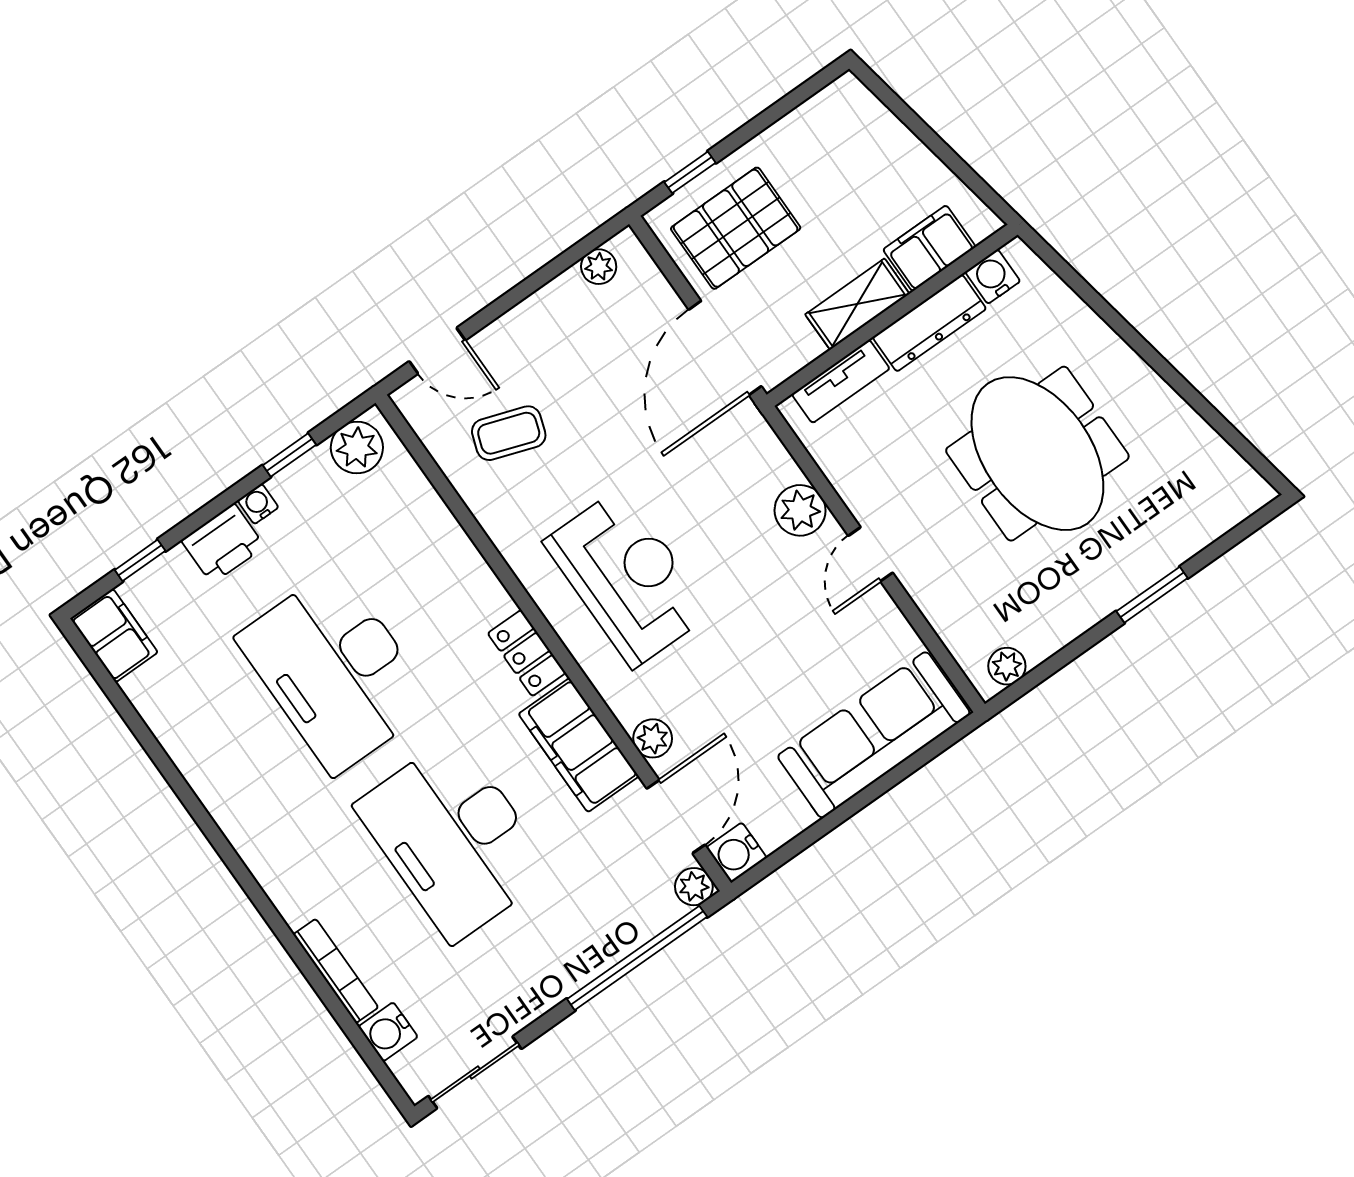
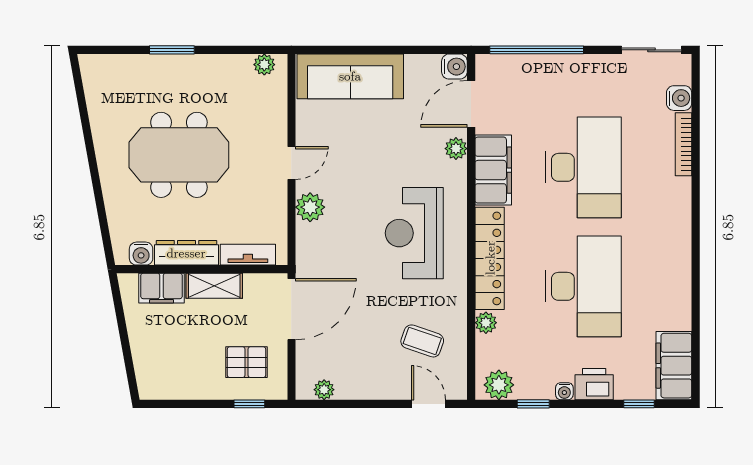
pallet: (736, 228) -> (246, 362), width x0.67, depth x0.71
meeting table: (1037, 454) -> (179, 155), turned 90
filing cabinet: (114, 635) -> (674, 366), width x1.50, depth x1.17
locker: (527, 653) -> (490, 258), width x2.16, depth x1.21
plant: (694, 887) -> (486, 323), moved

